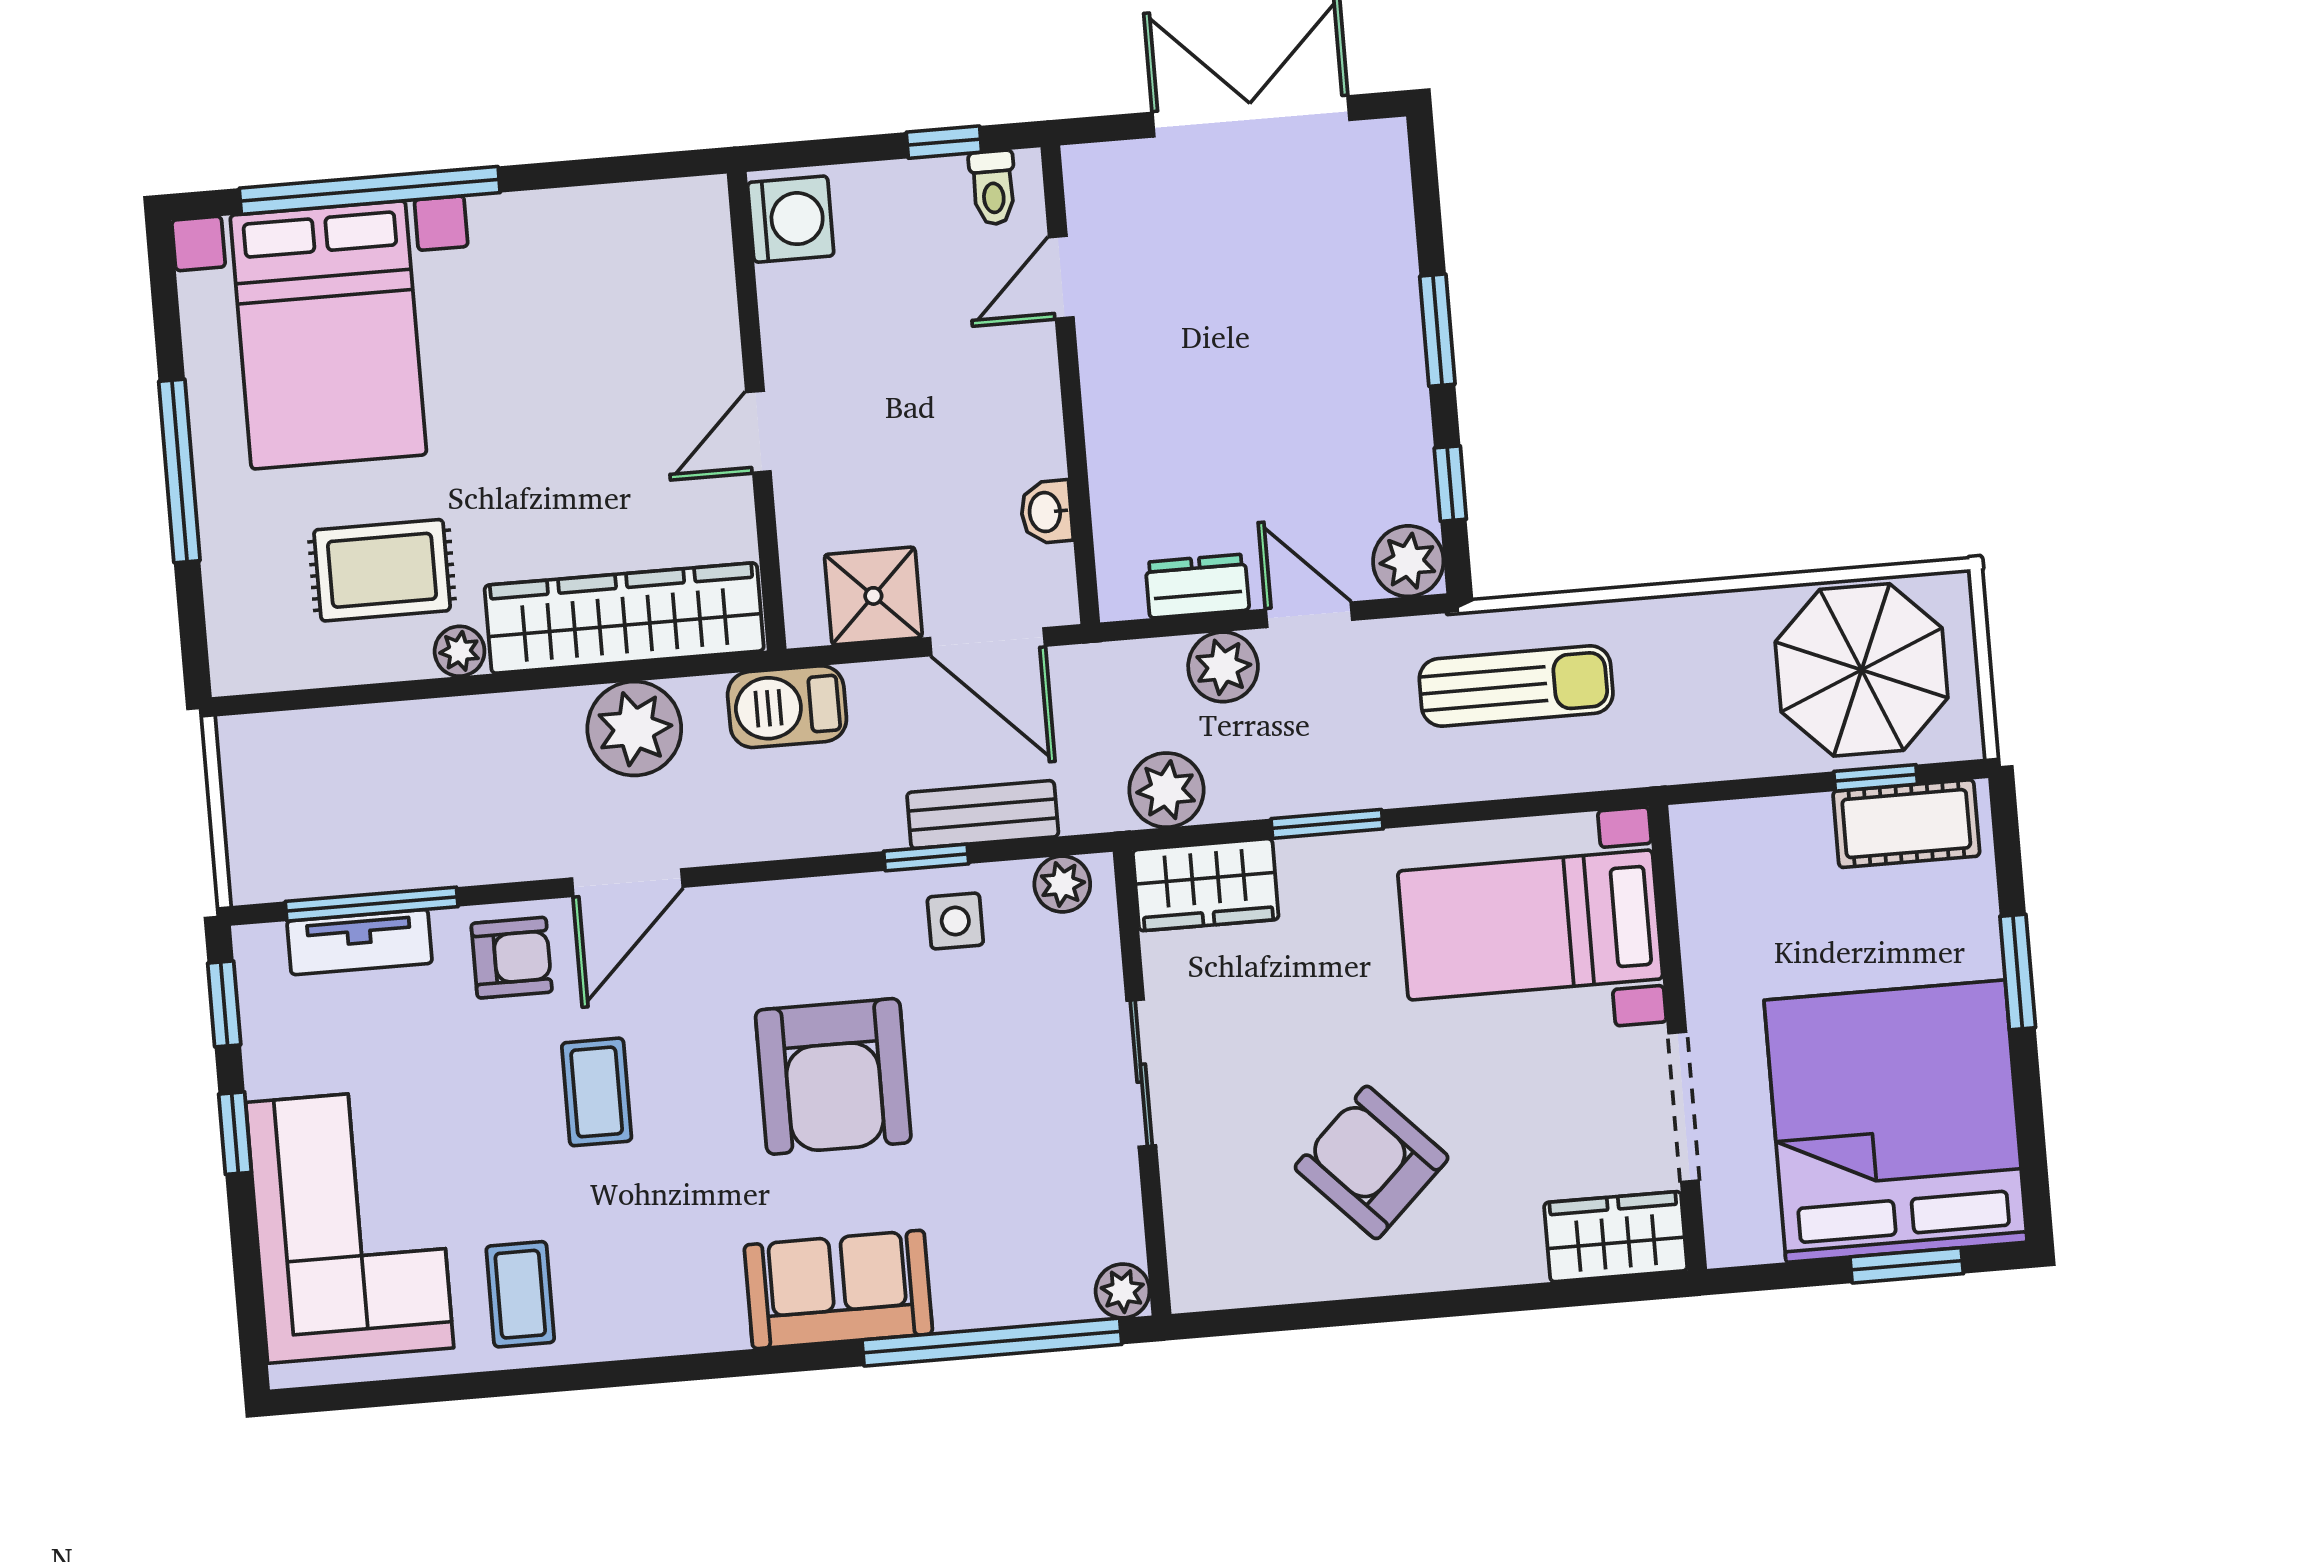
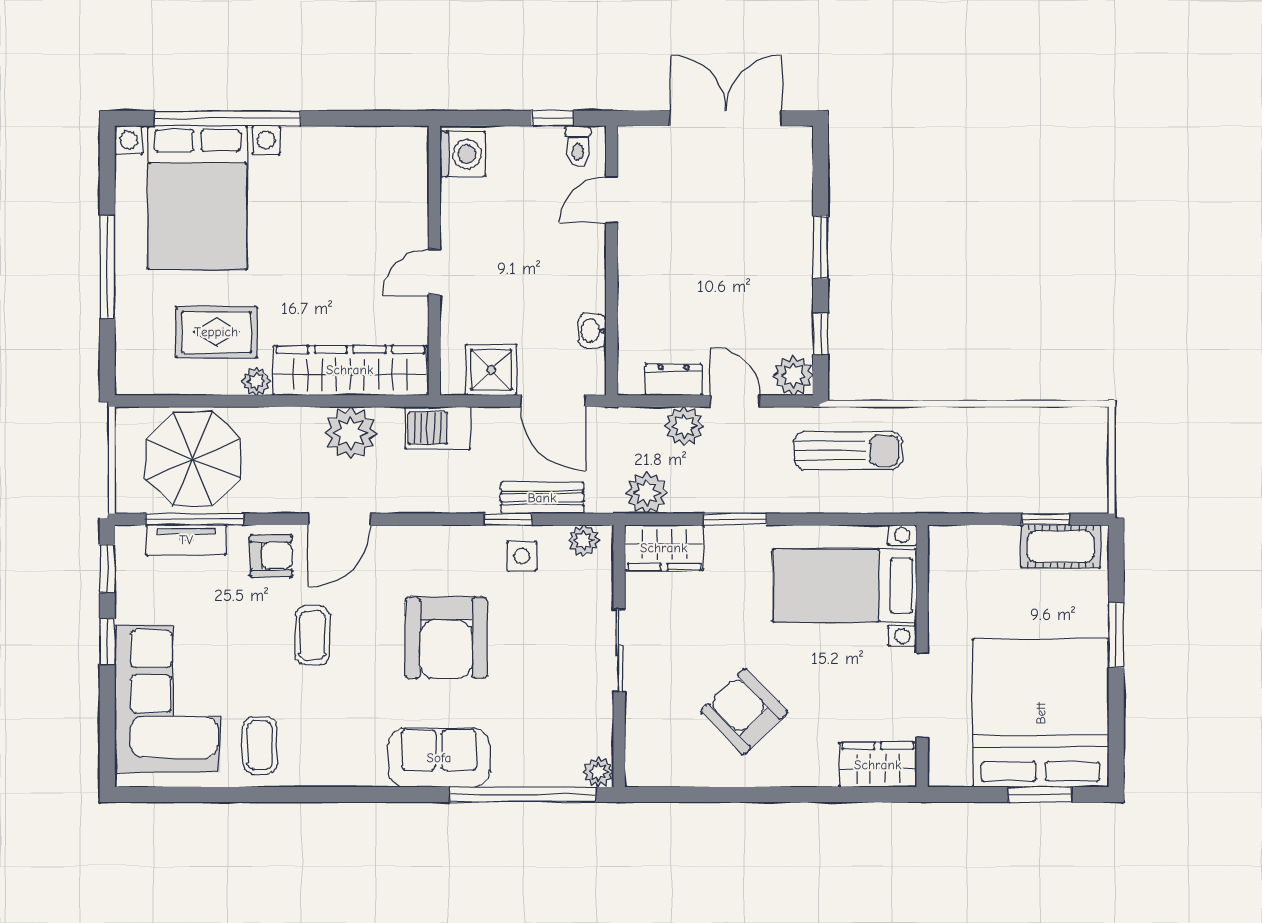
parasol: (1862, 670) -> (193, 459), moved

